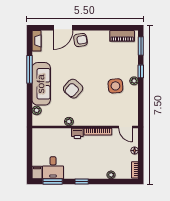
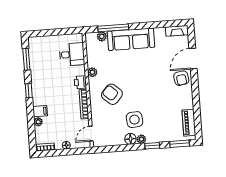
door: (63, 28) -> (193, 59), hinge flipped
window: (29, 69) -> (113, 28), moved
armchair: (73, 89) -> (112, 94), moved
floor lamp: (133, 91) -> (130, 139), added
desk: (53, 168) -> (72, 54), moved, turned 180
filing cabinet: (37, 173) -> (40, 111), moved

